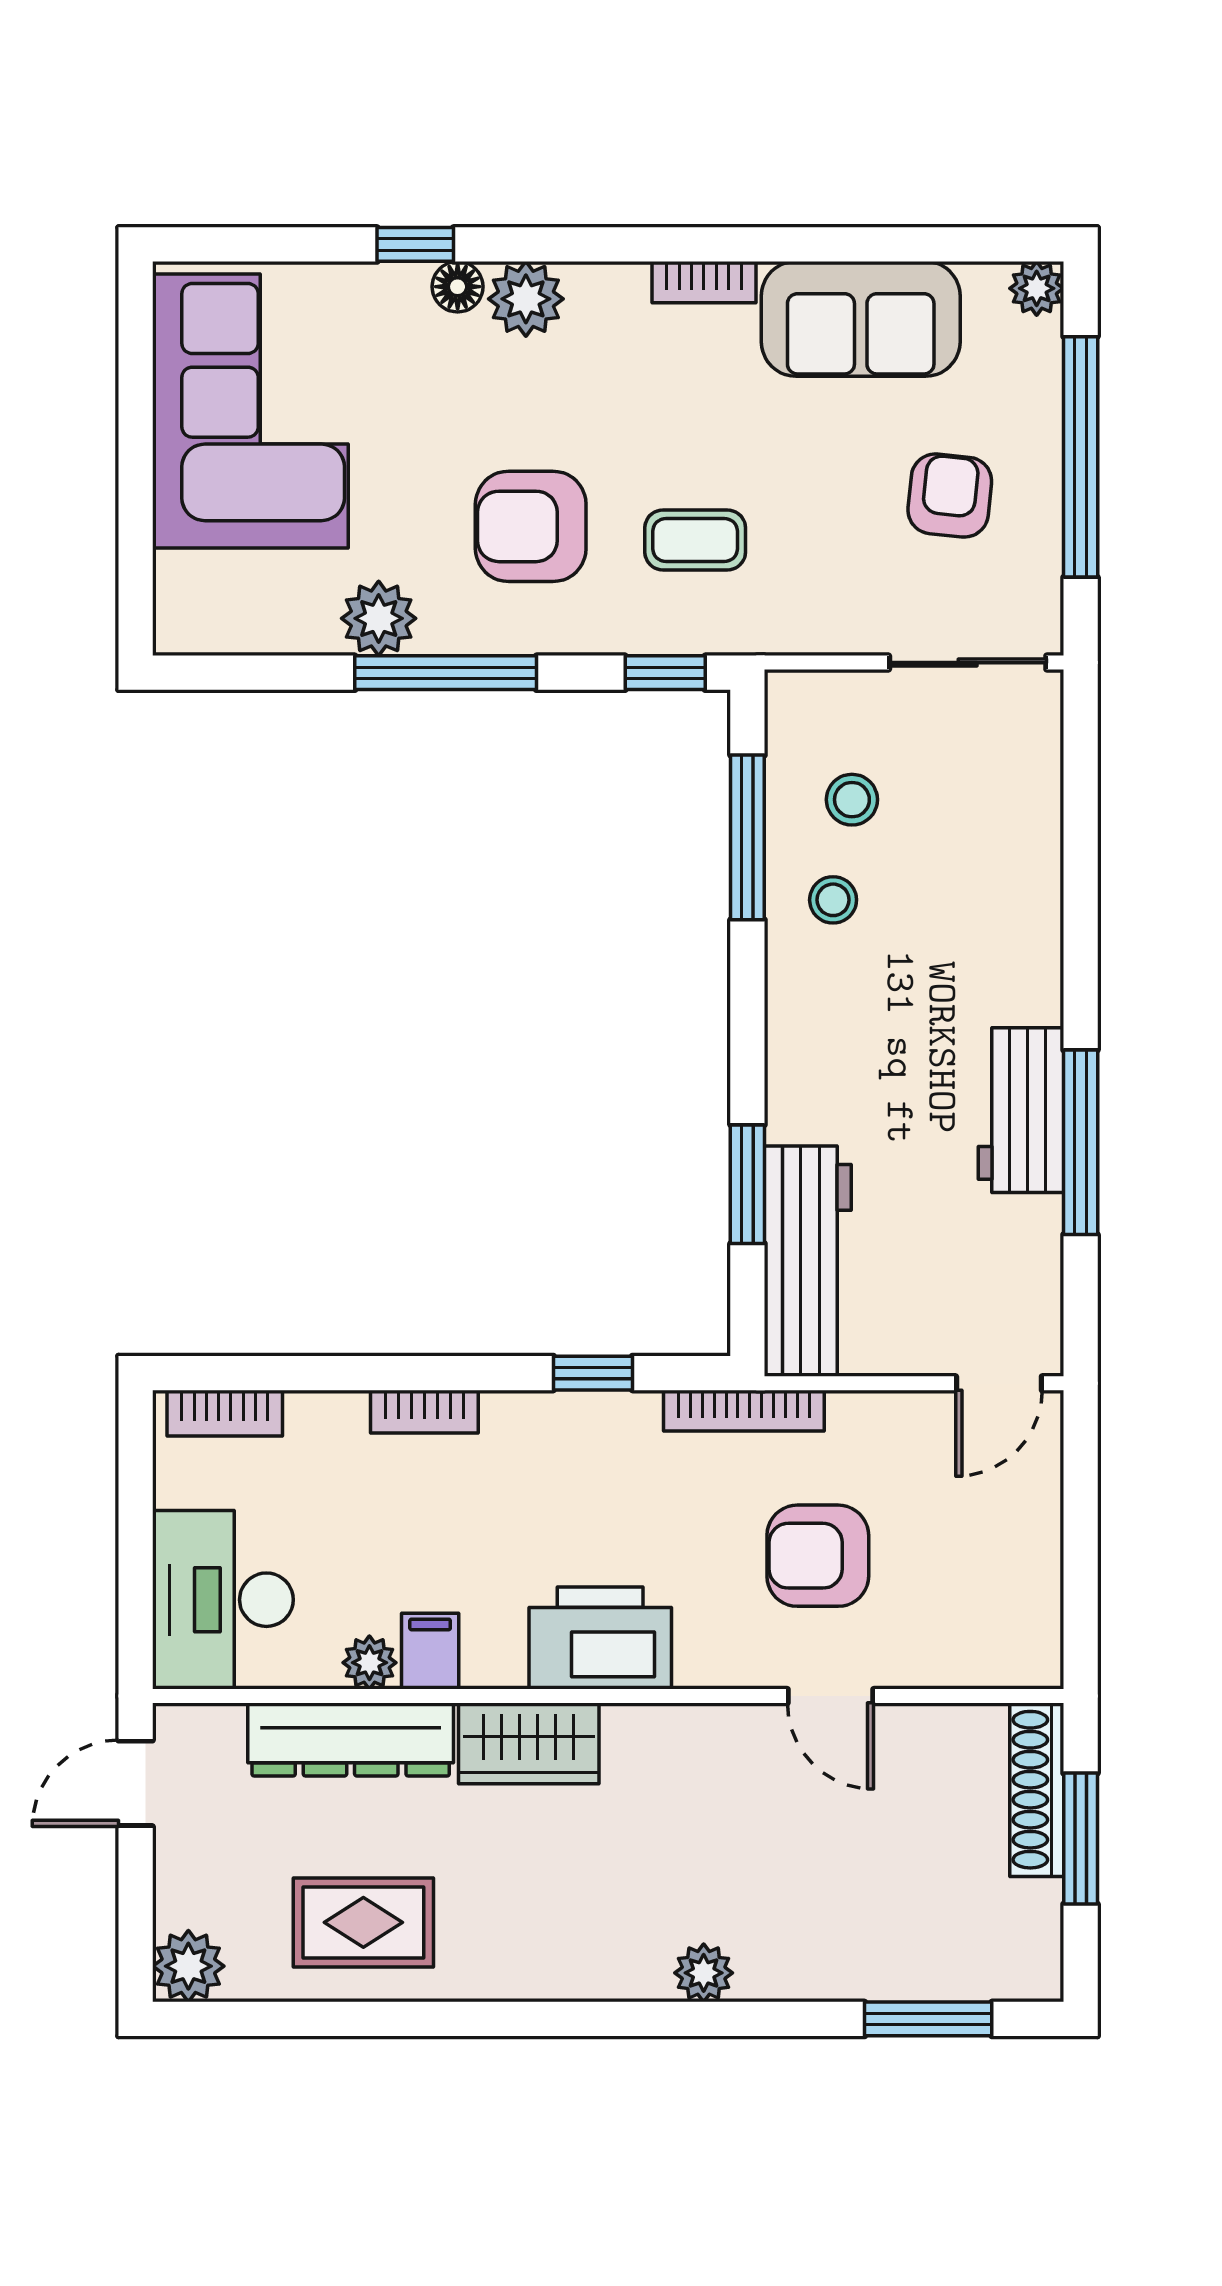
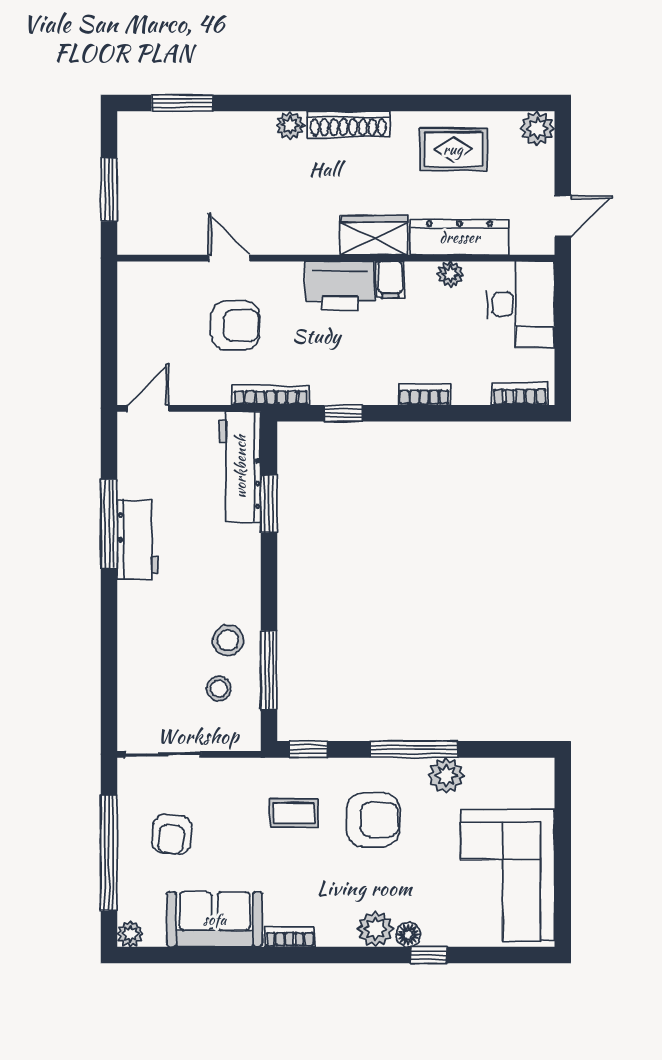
stool: (833, 900) -> (228, 640), width x1.37, depth x1.37
filing cabinet: (430, 1651) -> (390, 280), moved
shoe rack: (1037, 1790) -> (348, 124), moved, turned 90

